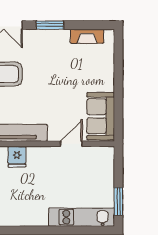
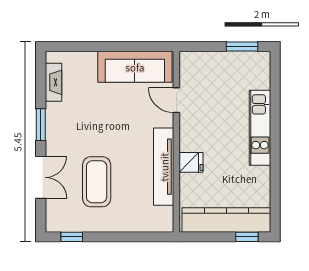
sofa: (101, 116) -> (135, 67), width x1.36
kitchen unit: (81, 217) -> (260, 128), moved

